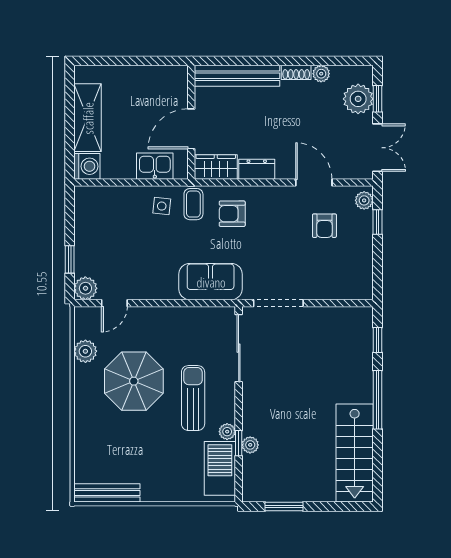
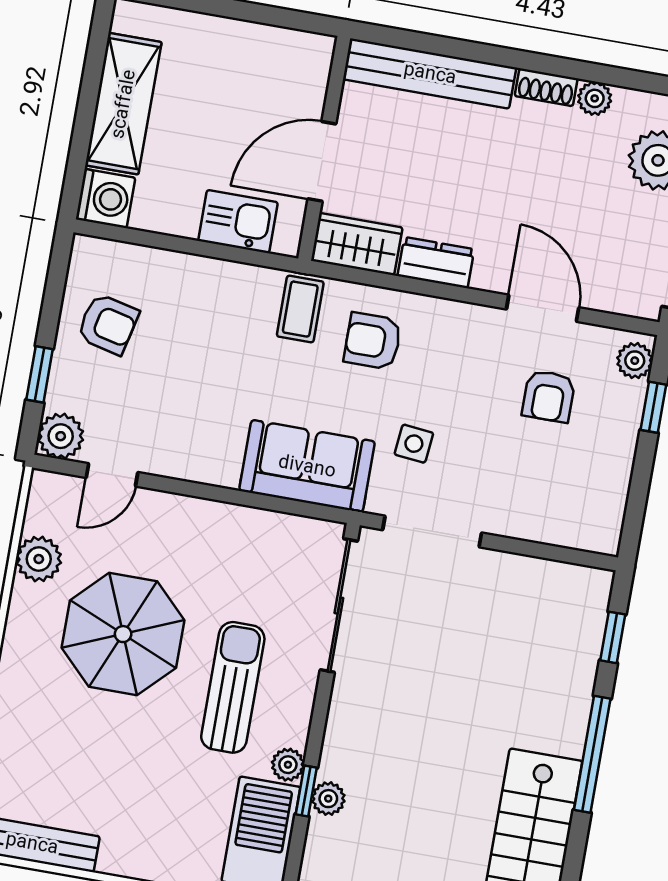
side table: (162, 206) -> (414, 444), moved
armchair: (99, 228) -> (108, 324), added

